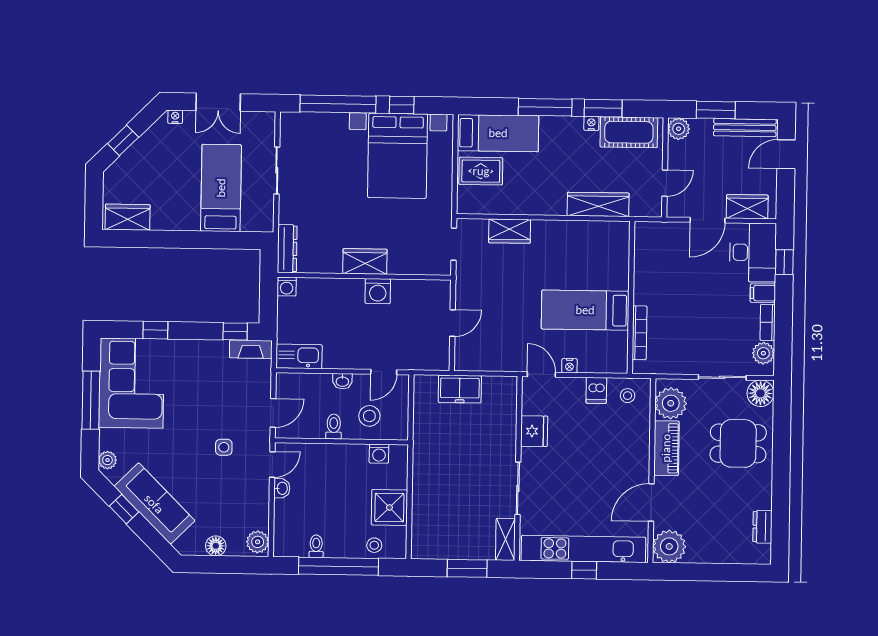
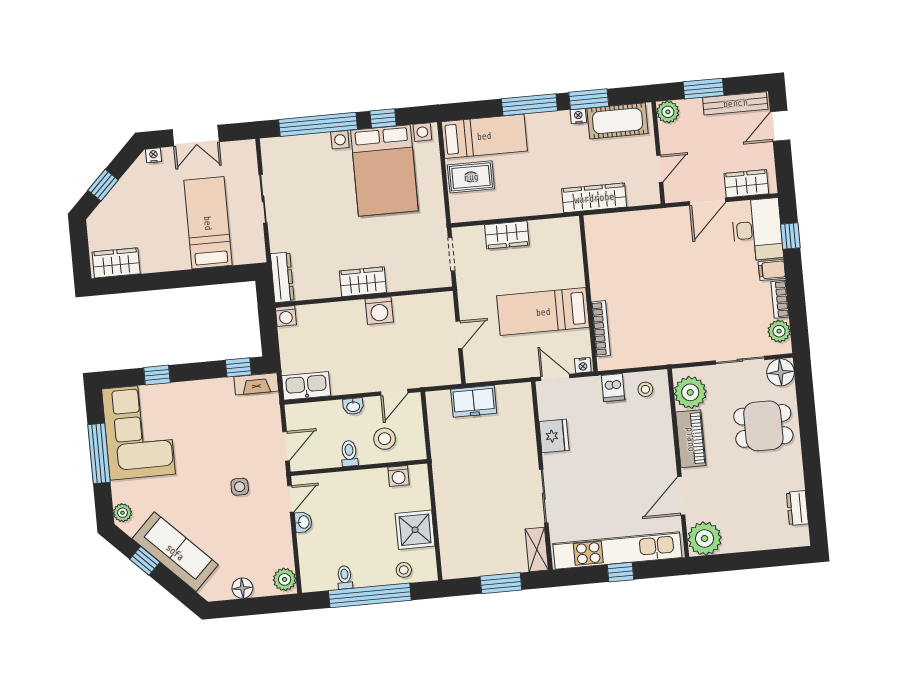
wall: (631, 297) -> (588, 294), moved
bed: (585, 310) -> (543, 312), moved
bookcase: (640, 333) -> (601, 329), moved

